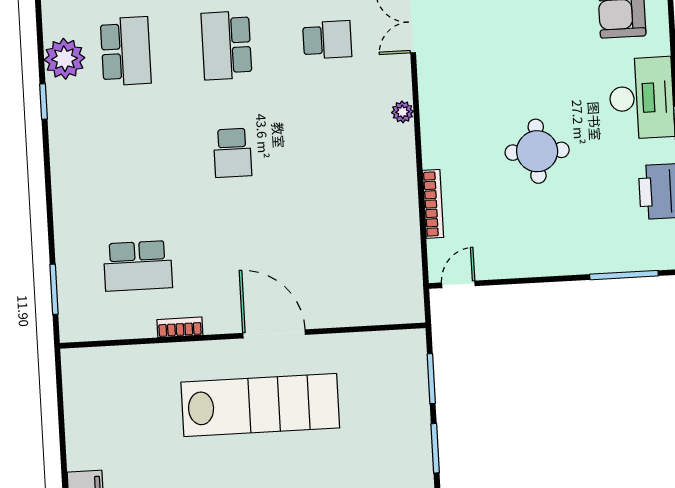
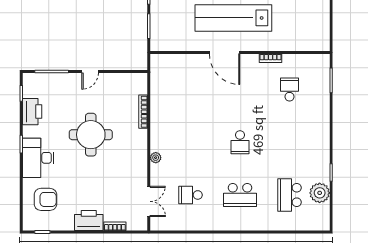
school desk: (226, 45) -> (240, 195), turned 90
round table: (537, 151) -> (91, 135), width x1.36, depth x1.36
school desk: (232, 153) -> (240, 142), turned 180
school desk: (138, 266) -> (289, 89), width x0.54
door: (458, 284) -> (90, 72), moved

